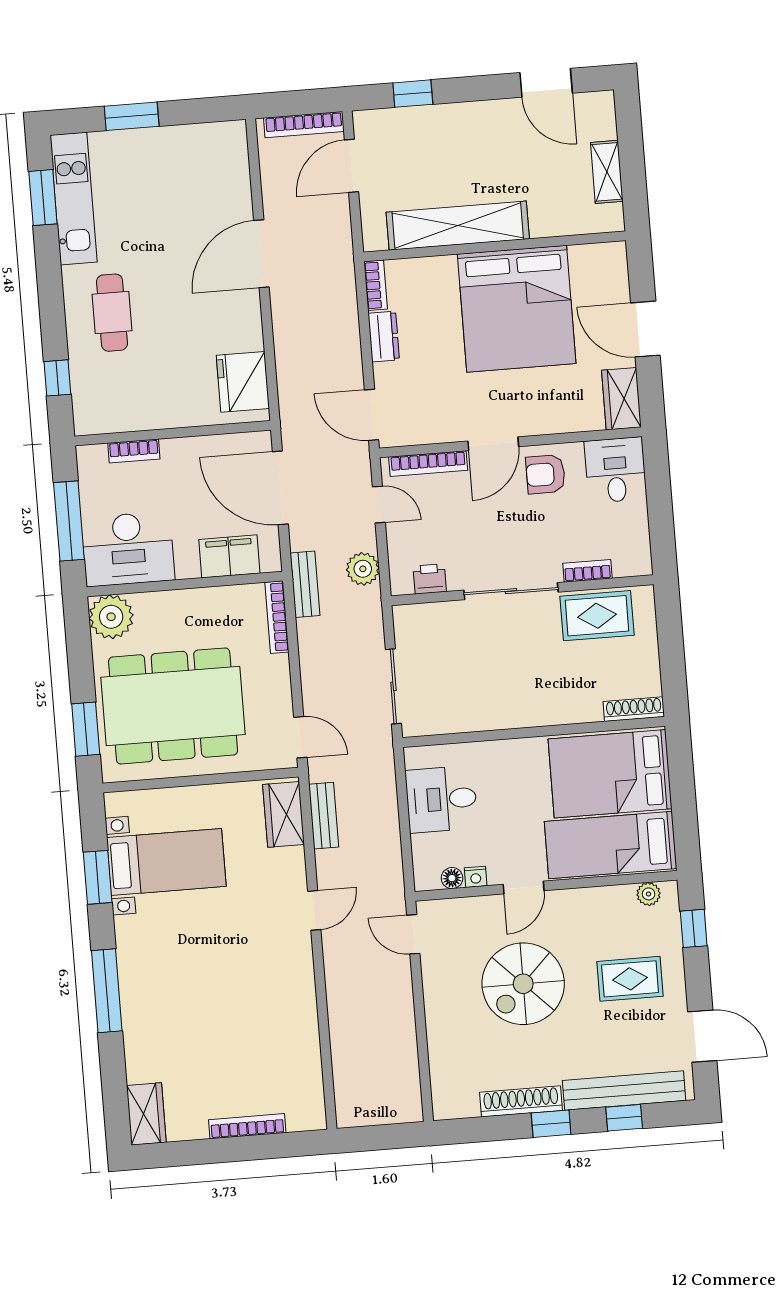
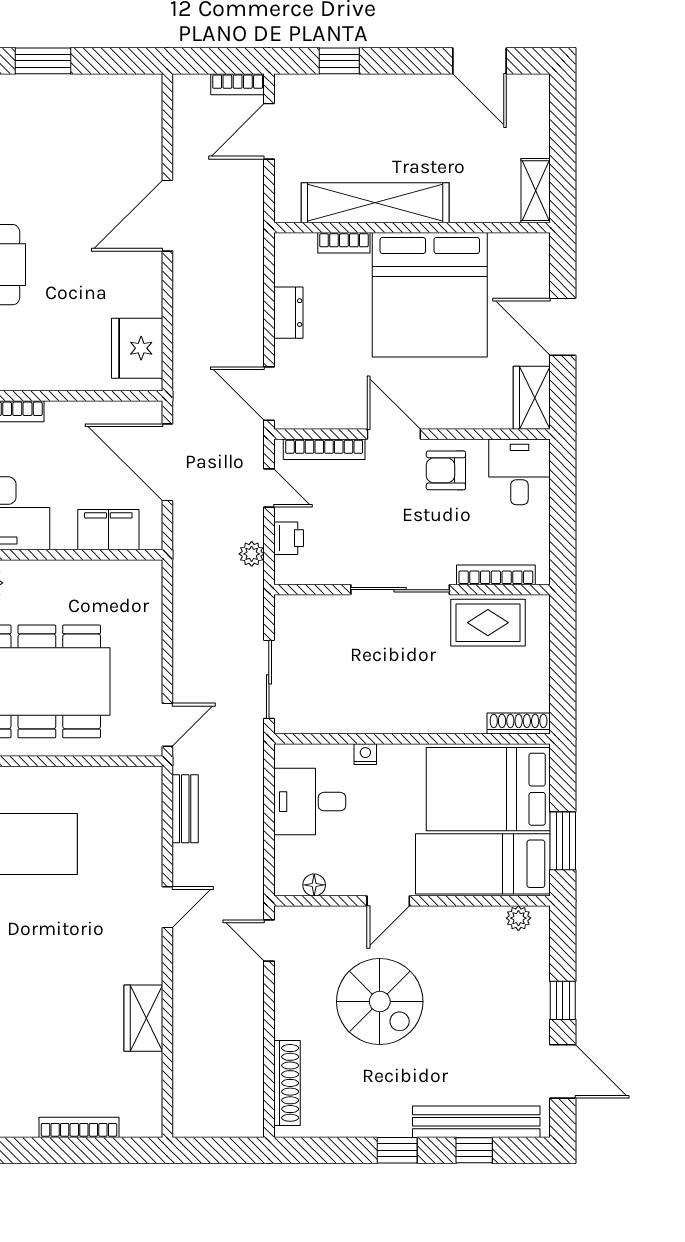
bookcase: (304, 125) -> (238, 84), width x0.64
shelving: (607, 172) -> (536, 191), moved
bookcase: (376, 285) -> (344, 243), moved, turned 90
door: (493, 444) -> (394, 434), swing flipped
plant: (363, 569) -> (252, 554), width x0.73, depth x0.73
bookcase: (587, 571) -> (496, 575), width x1.56
printer: (430, 579) -> (289, 538), moved, turned 90
bench: (305, 584) -> (185, 565), removed
bookcase: (277, 617) -> (153, 597), removed
door: (300, 737) -> (167, 725), hinge flipped
wardrobe: (284, 814) -> (143, 1018), moved
window: (685, 817) -> (563, 841), added
nightstand: (476, 877) -> (365, 754), moved, turned 180
window: (694, 928) -> (563, 1000), moved
rug: (630, 979) -> (492, 1005), removed
spiral stairs: (523, 984) -> (380, 1002), turned -90
shoe rack: (521, 1101) -> (287, 1083), moved, turned 90

